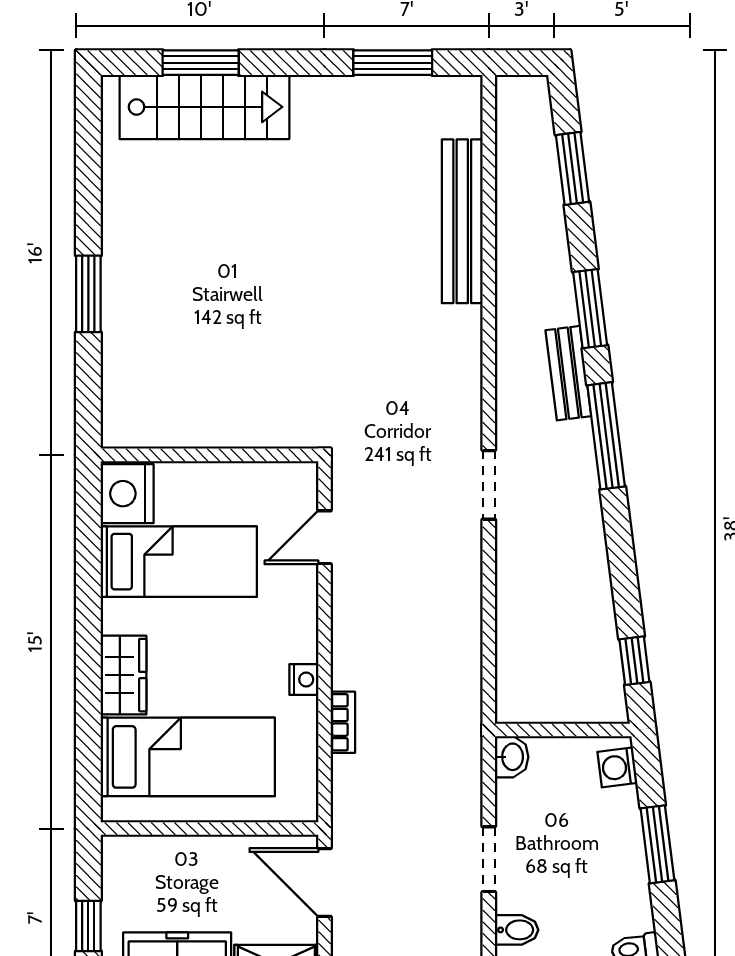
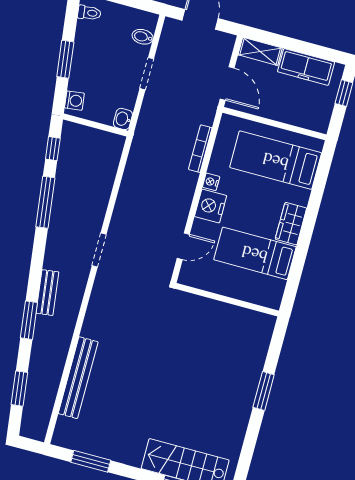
window: (606, 436) -> (45, 202), moved
nightstand: (127, 494) -> (211, 206), moved, turned 180
wardrobe: (123, 675) -> (291, 224), moved
bookcase: (343, 722) -> (200, 149), width x1.56

